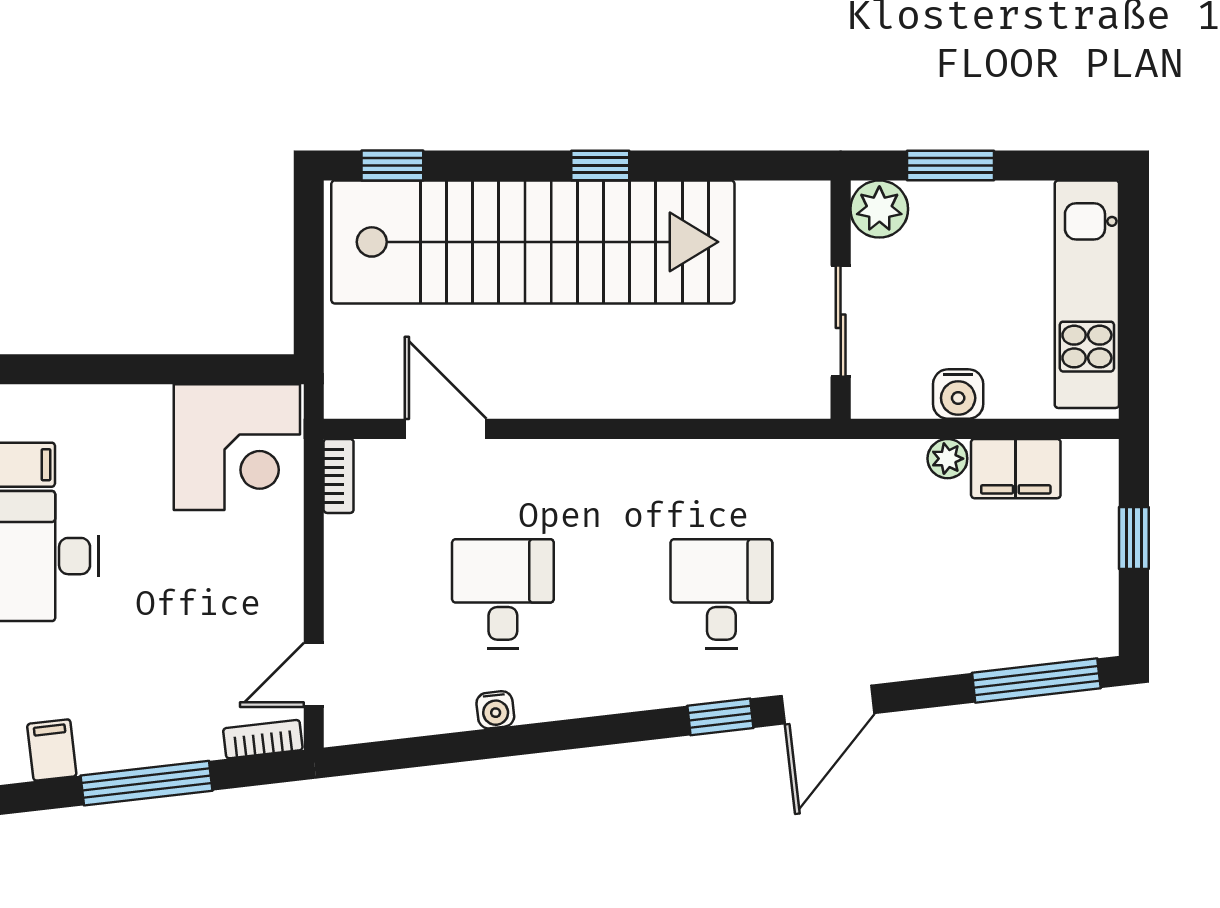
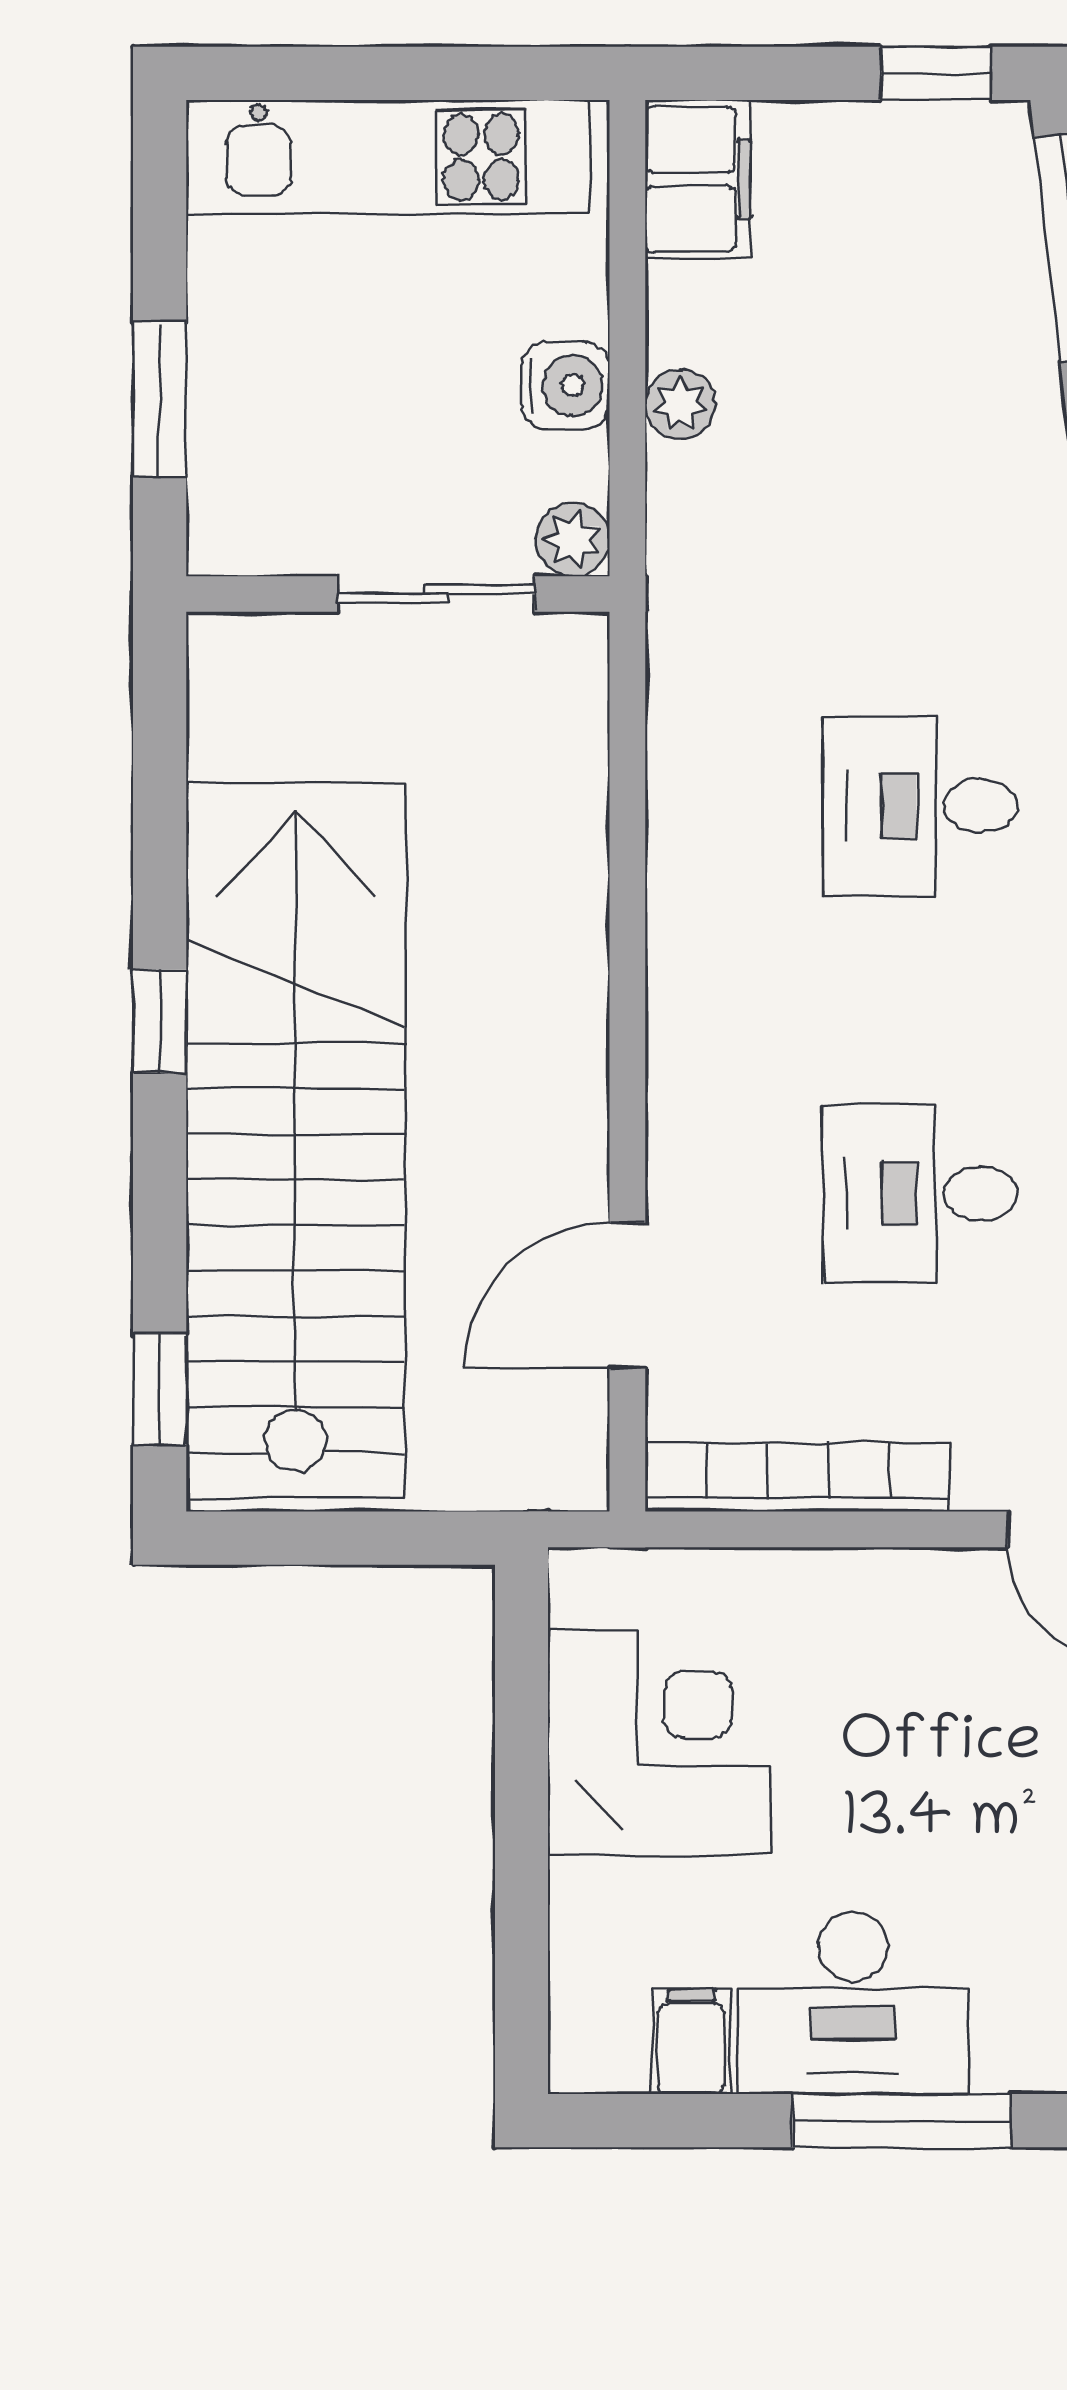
plant: (879, 209) -> (573, 539), moved, width x0.73, depth x0.73
corner desk: (237, 447) -> (660, 1743), moved
filing cabinet: (1016, 469) -> (698, 179), moved
bookcase: (339, 476) -> (797, 1477), width x2.31, depth x1.31
window: (1134, 538) -> (936, 73), moved

